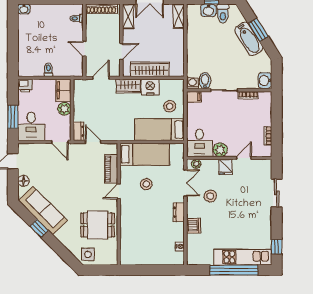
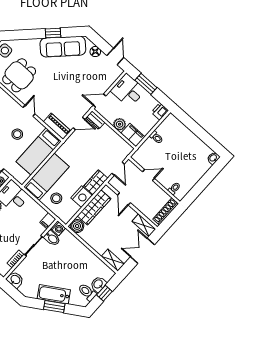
boiler: (177, 69) -> (77, 226), added
piano: (111, 169) -> (57, 126), moved

